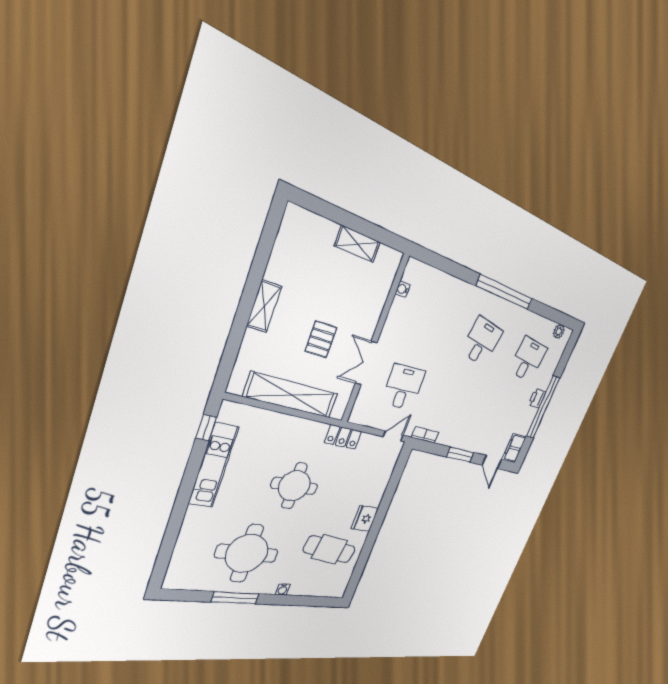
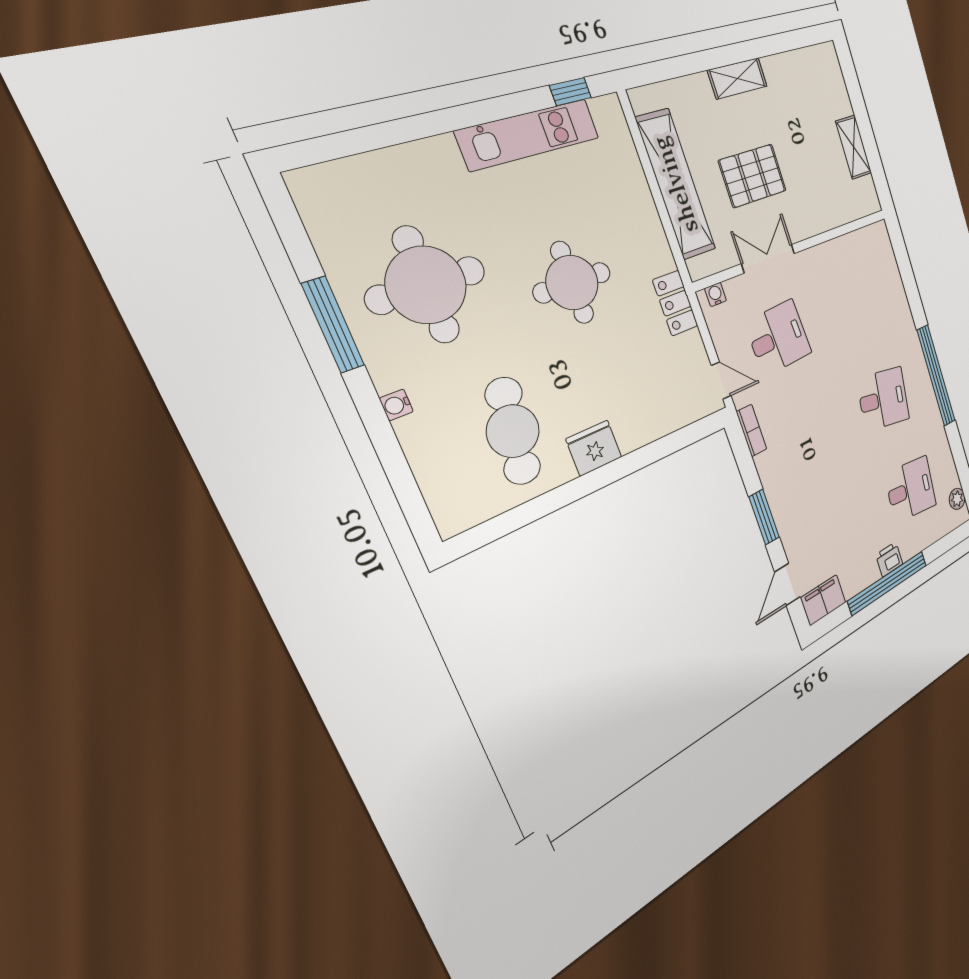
water cooler: (403, 289) -> (716, 294), moved
pallet: (321, 339) -> (753, 176), width x1.50, depth x1.42

